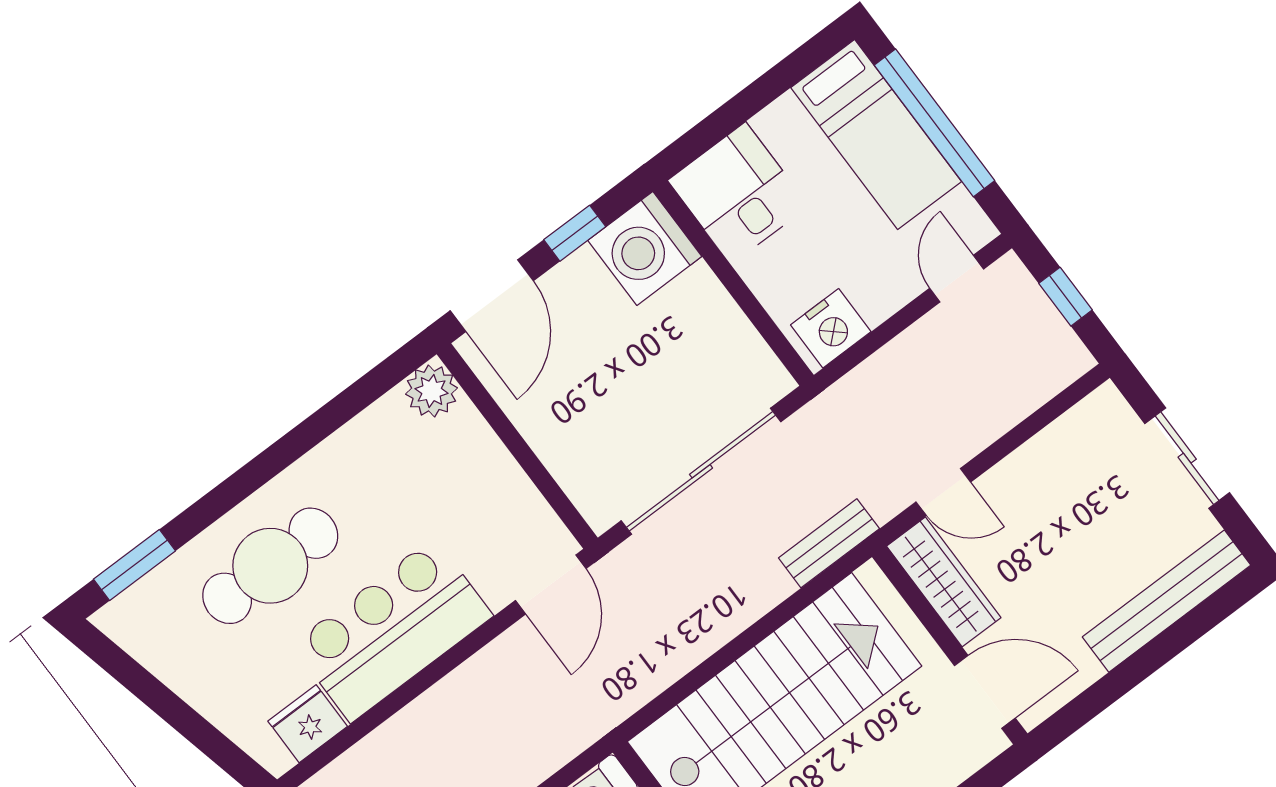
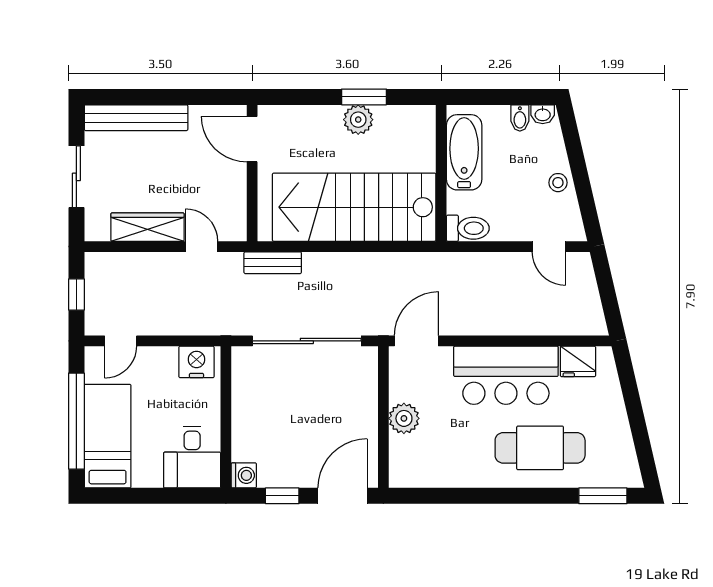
washing machine: (645, 248) -> (244, 475), width x0.53, depth x0.53
plant: (432, 391) -> (404, 418), moved
wardrobe: (944, 582) -> (148, 227), moved, turned 90

